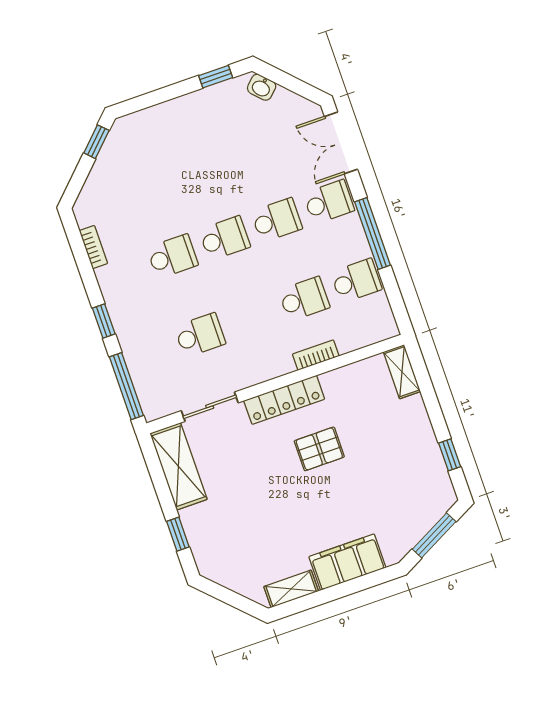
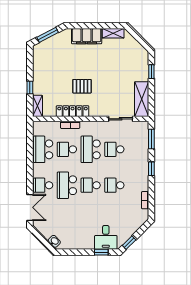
window: (216, 77) -> (101, 252), moved
desk: (151, 135) -> (106, 237), added
school desk: (277, 220) -> (67, 185), width x1.85
window: (373, 233) -> (30, 166), removed
school desk: (356, 281) -> (43, 149), width x1.85
school desk: (252, 317) -> (91, 149), added
window: (126, 386) -> (151, 139), width x0.69
locker: (284, 400) -> (73, 111), moved
window: (450, 455) -> (30, 87), moved

